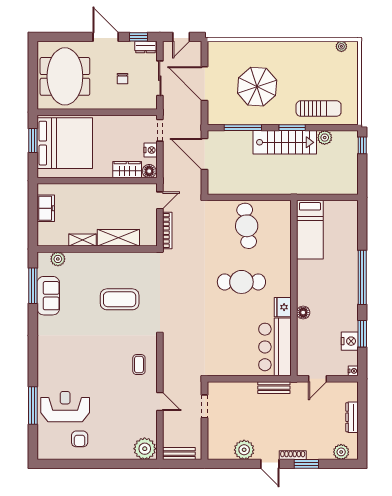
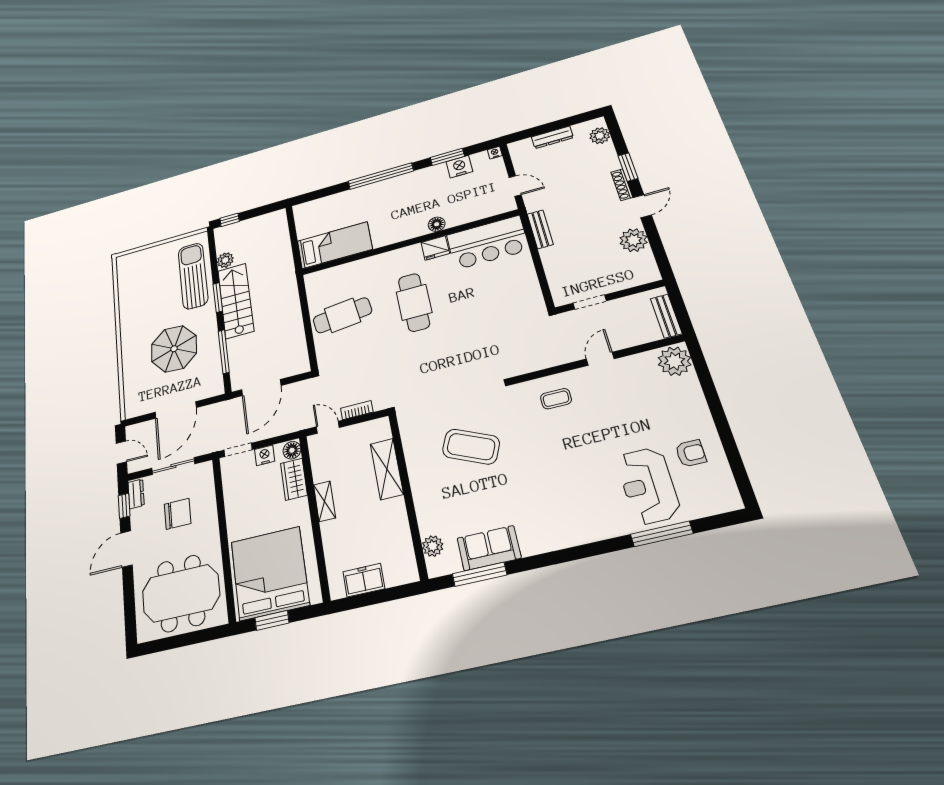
plant: (341, 46) -> (122, 272), removed
chair: (123, 79) -> (178, 514), width x1.87, depth x1.87
sun lounger: (319, 109) -> (193, 276), width x1.36, depth x1.34
bookcase: (167, 230) -> (357, 410), width x0.64
shelving: (82, 240) -> (325, 501), moved
coffee table: (120, 299) -> (471, 447), turned -66

